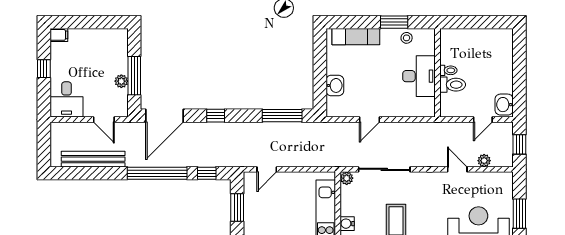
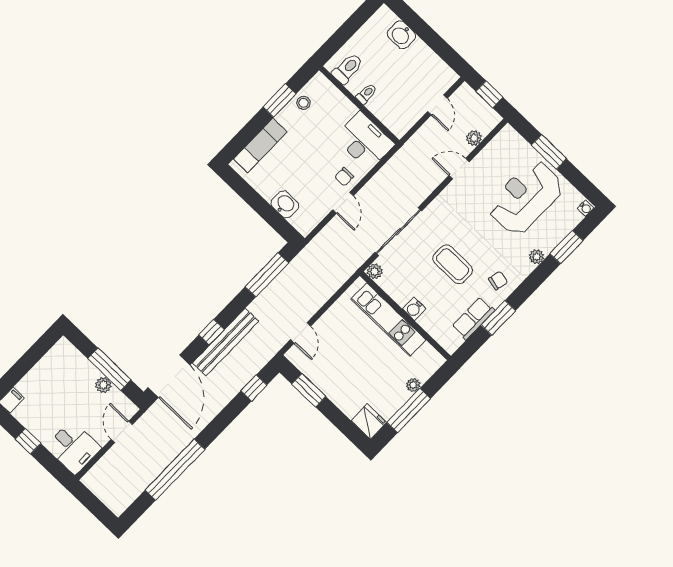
desk: (419, 76) -> (364, 141), moved
toilet: (453, 85) -> (348, 69), moved
chair: (386, 105) -> (344, 177), added
washbasin: (504, 105) -> (401, 35), moved
door: (104, 119) -> (122, 432), swing flipped
bench: (93, 159) -> (226, 342), moved
window: (157, 173) -> (175, 470), moved

